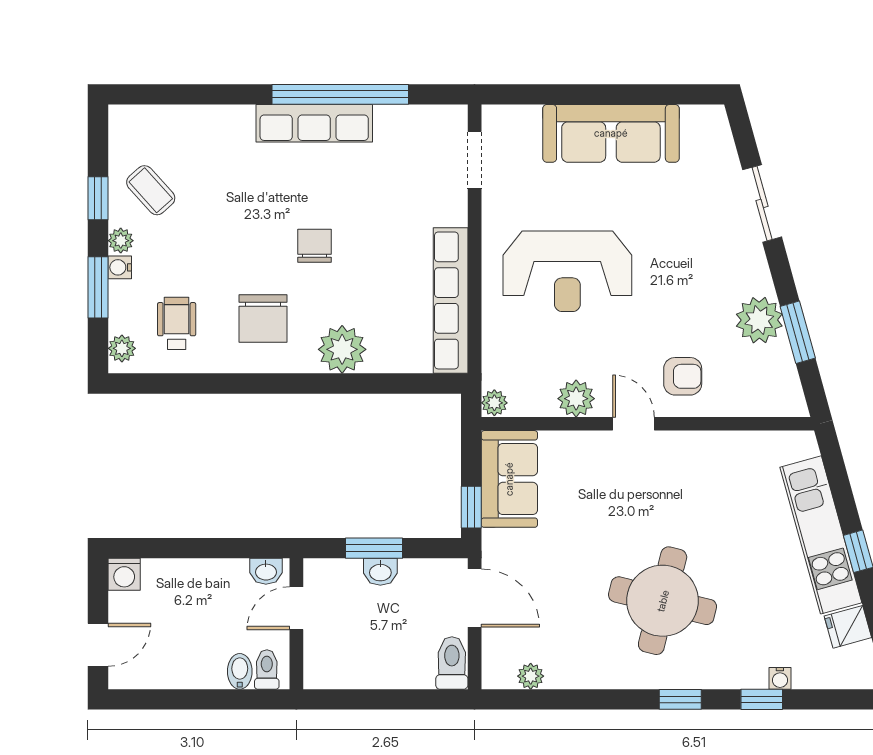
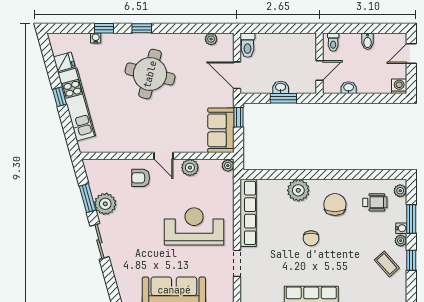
doorway: (475, 160) -> (237, 263), moved
sliding door: (762, 203) -> (99, 241), moved
wheelchair: (177, 323) -> (375, 202), turned -90
washbasin: (266, 571) -> (349, 88), moved
bidet: (240, 671) -> (368, 41), moved

